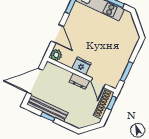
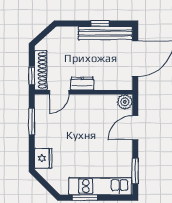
door: (57, 34) -> (135, 128), hinge flipped
fridge: (81, 66) -> (43, 158), moved, turned -90
door: (98, 83) -> (59, 92), swing flipped

